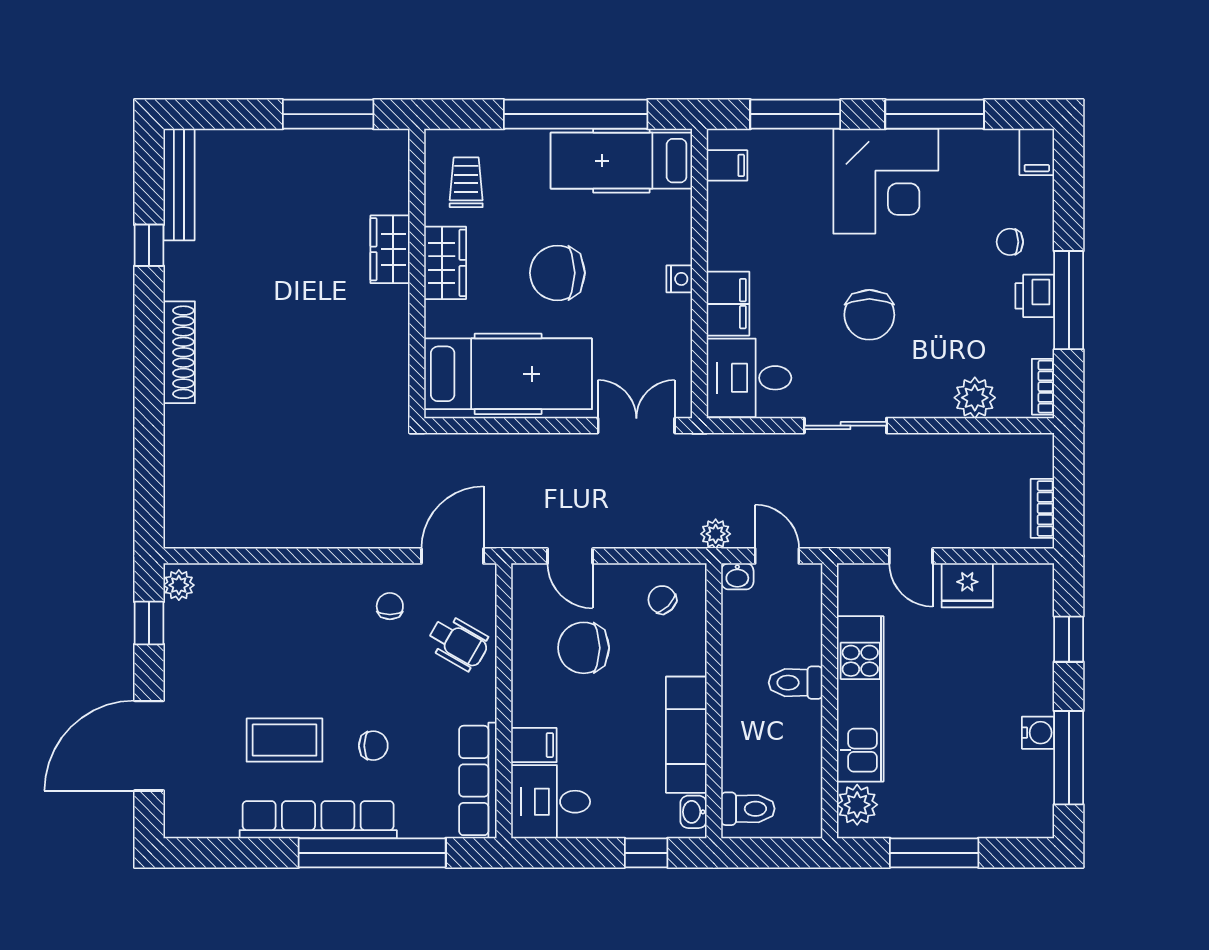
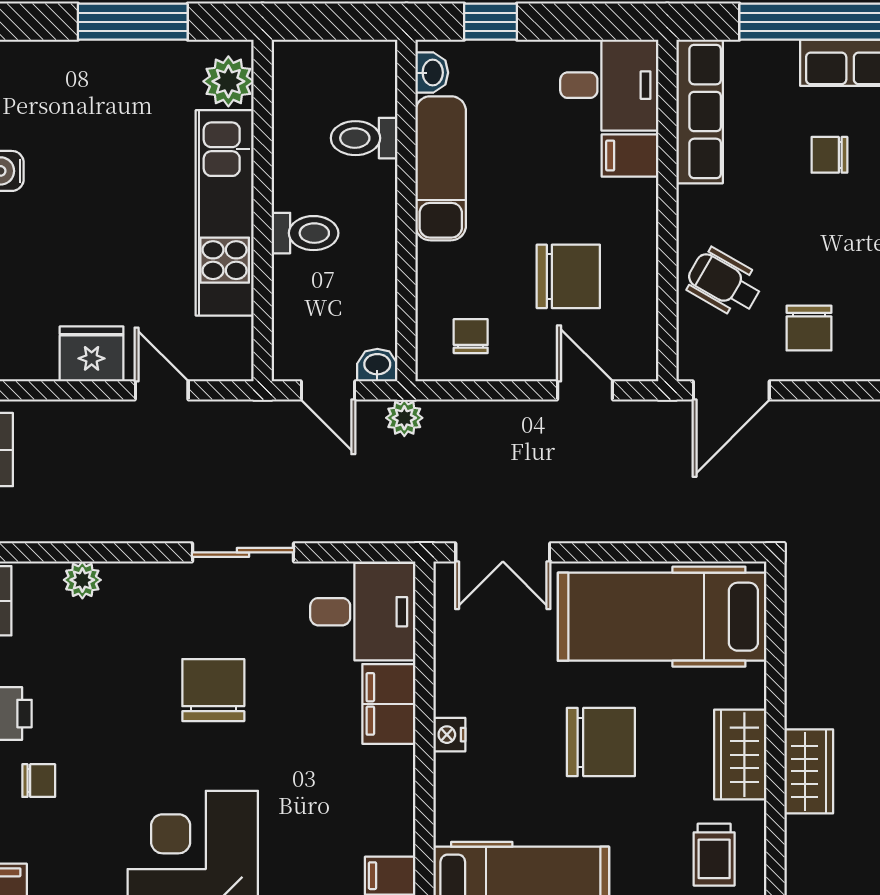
plant: (975, 398) -> (82, 580), width x0.73, depth x0.73
chair: (662, 600) -> (471, 336), turned -135
chair: (390, 606) -> (809, 328), width x1.37, depth x1.37
toilet: (748, 809) -> (364, 138), moved

